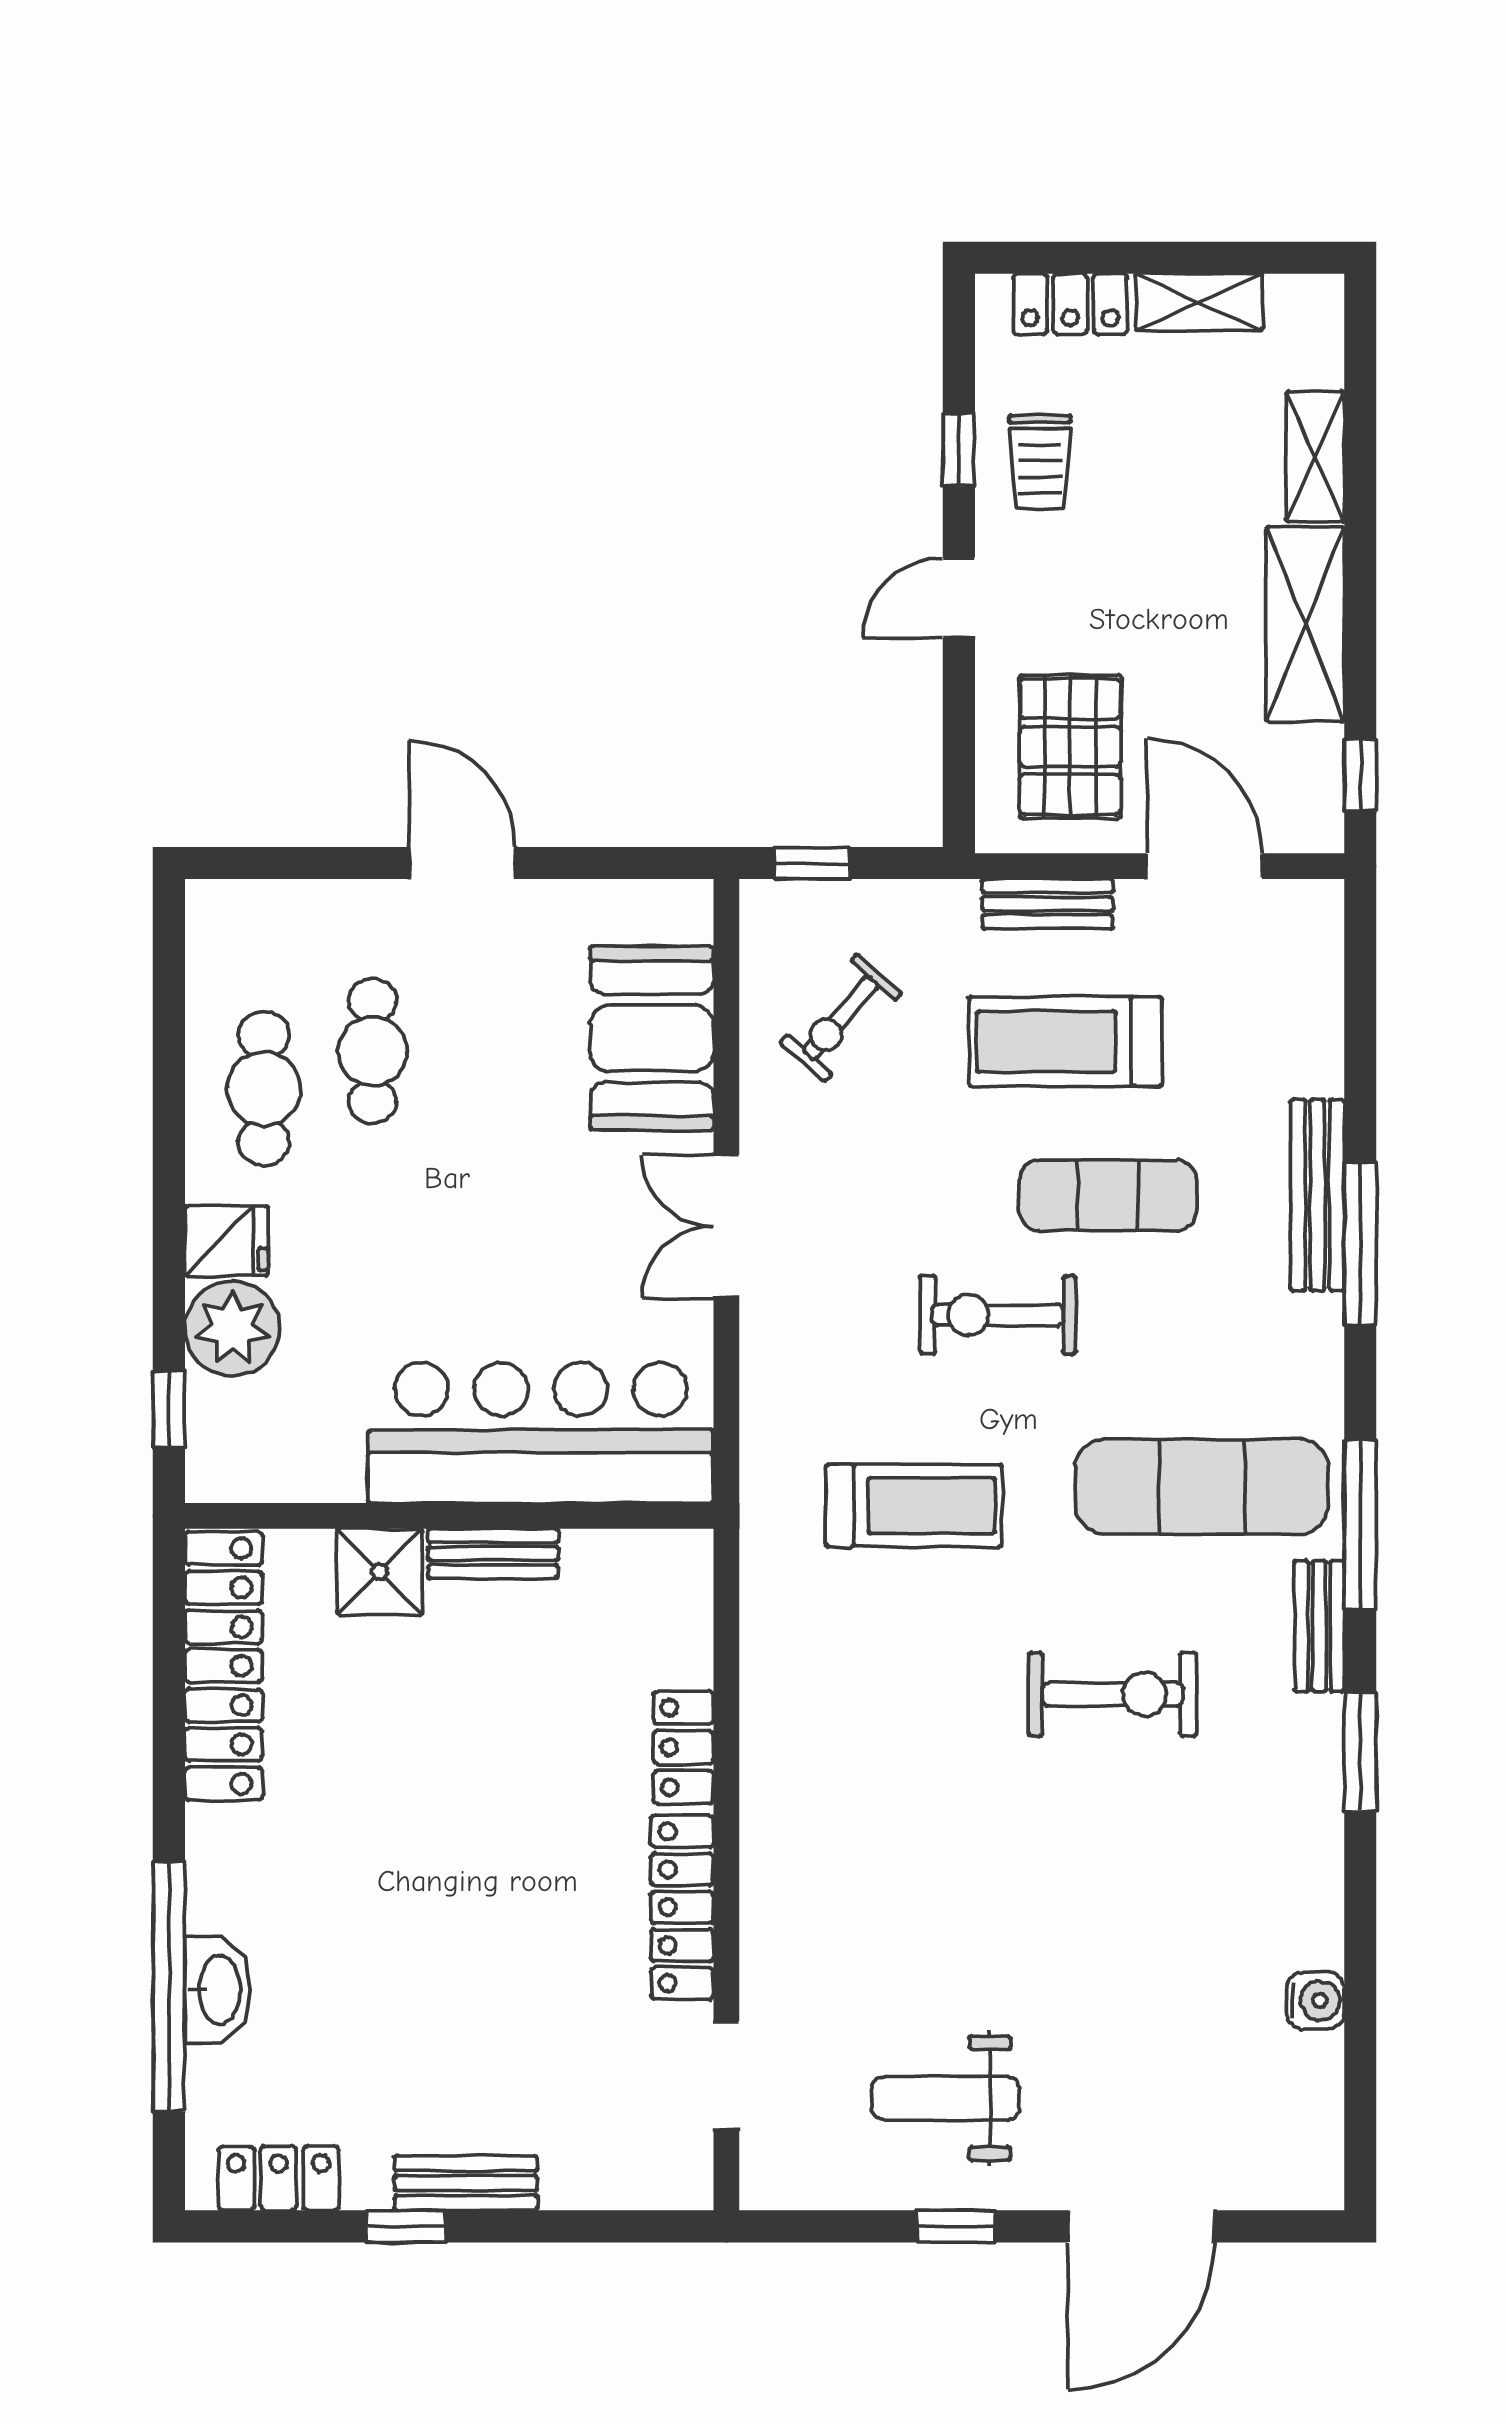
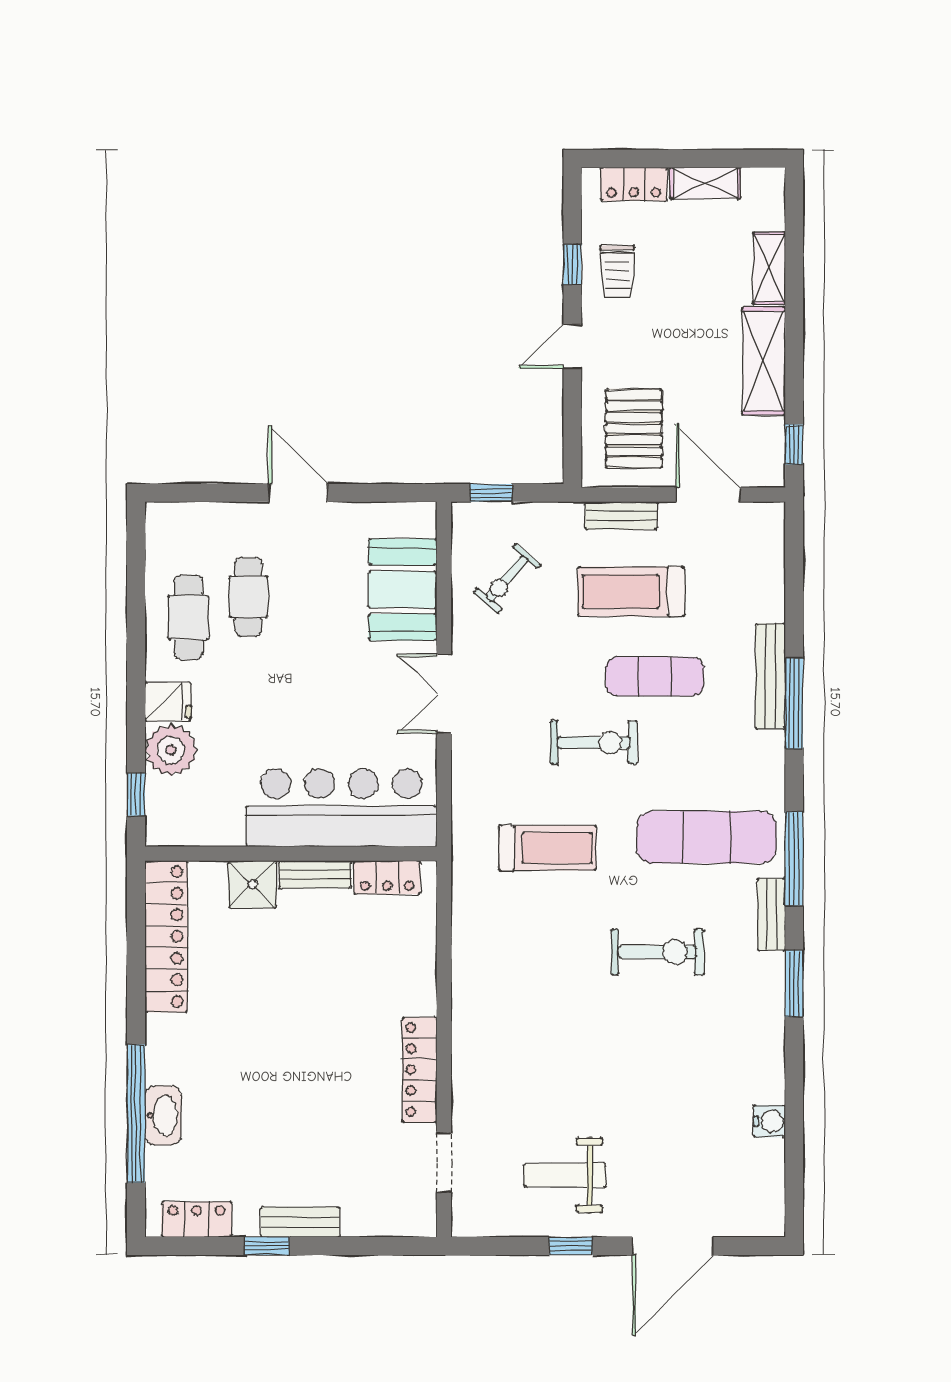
exercise bike: (998, 1315) -> (594, 743), turned 180
locker: (683, 1747) -> (387, 877), moved, turned -90

